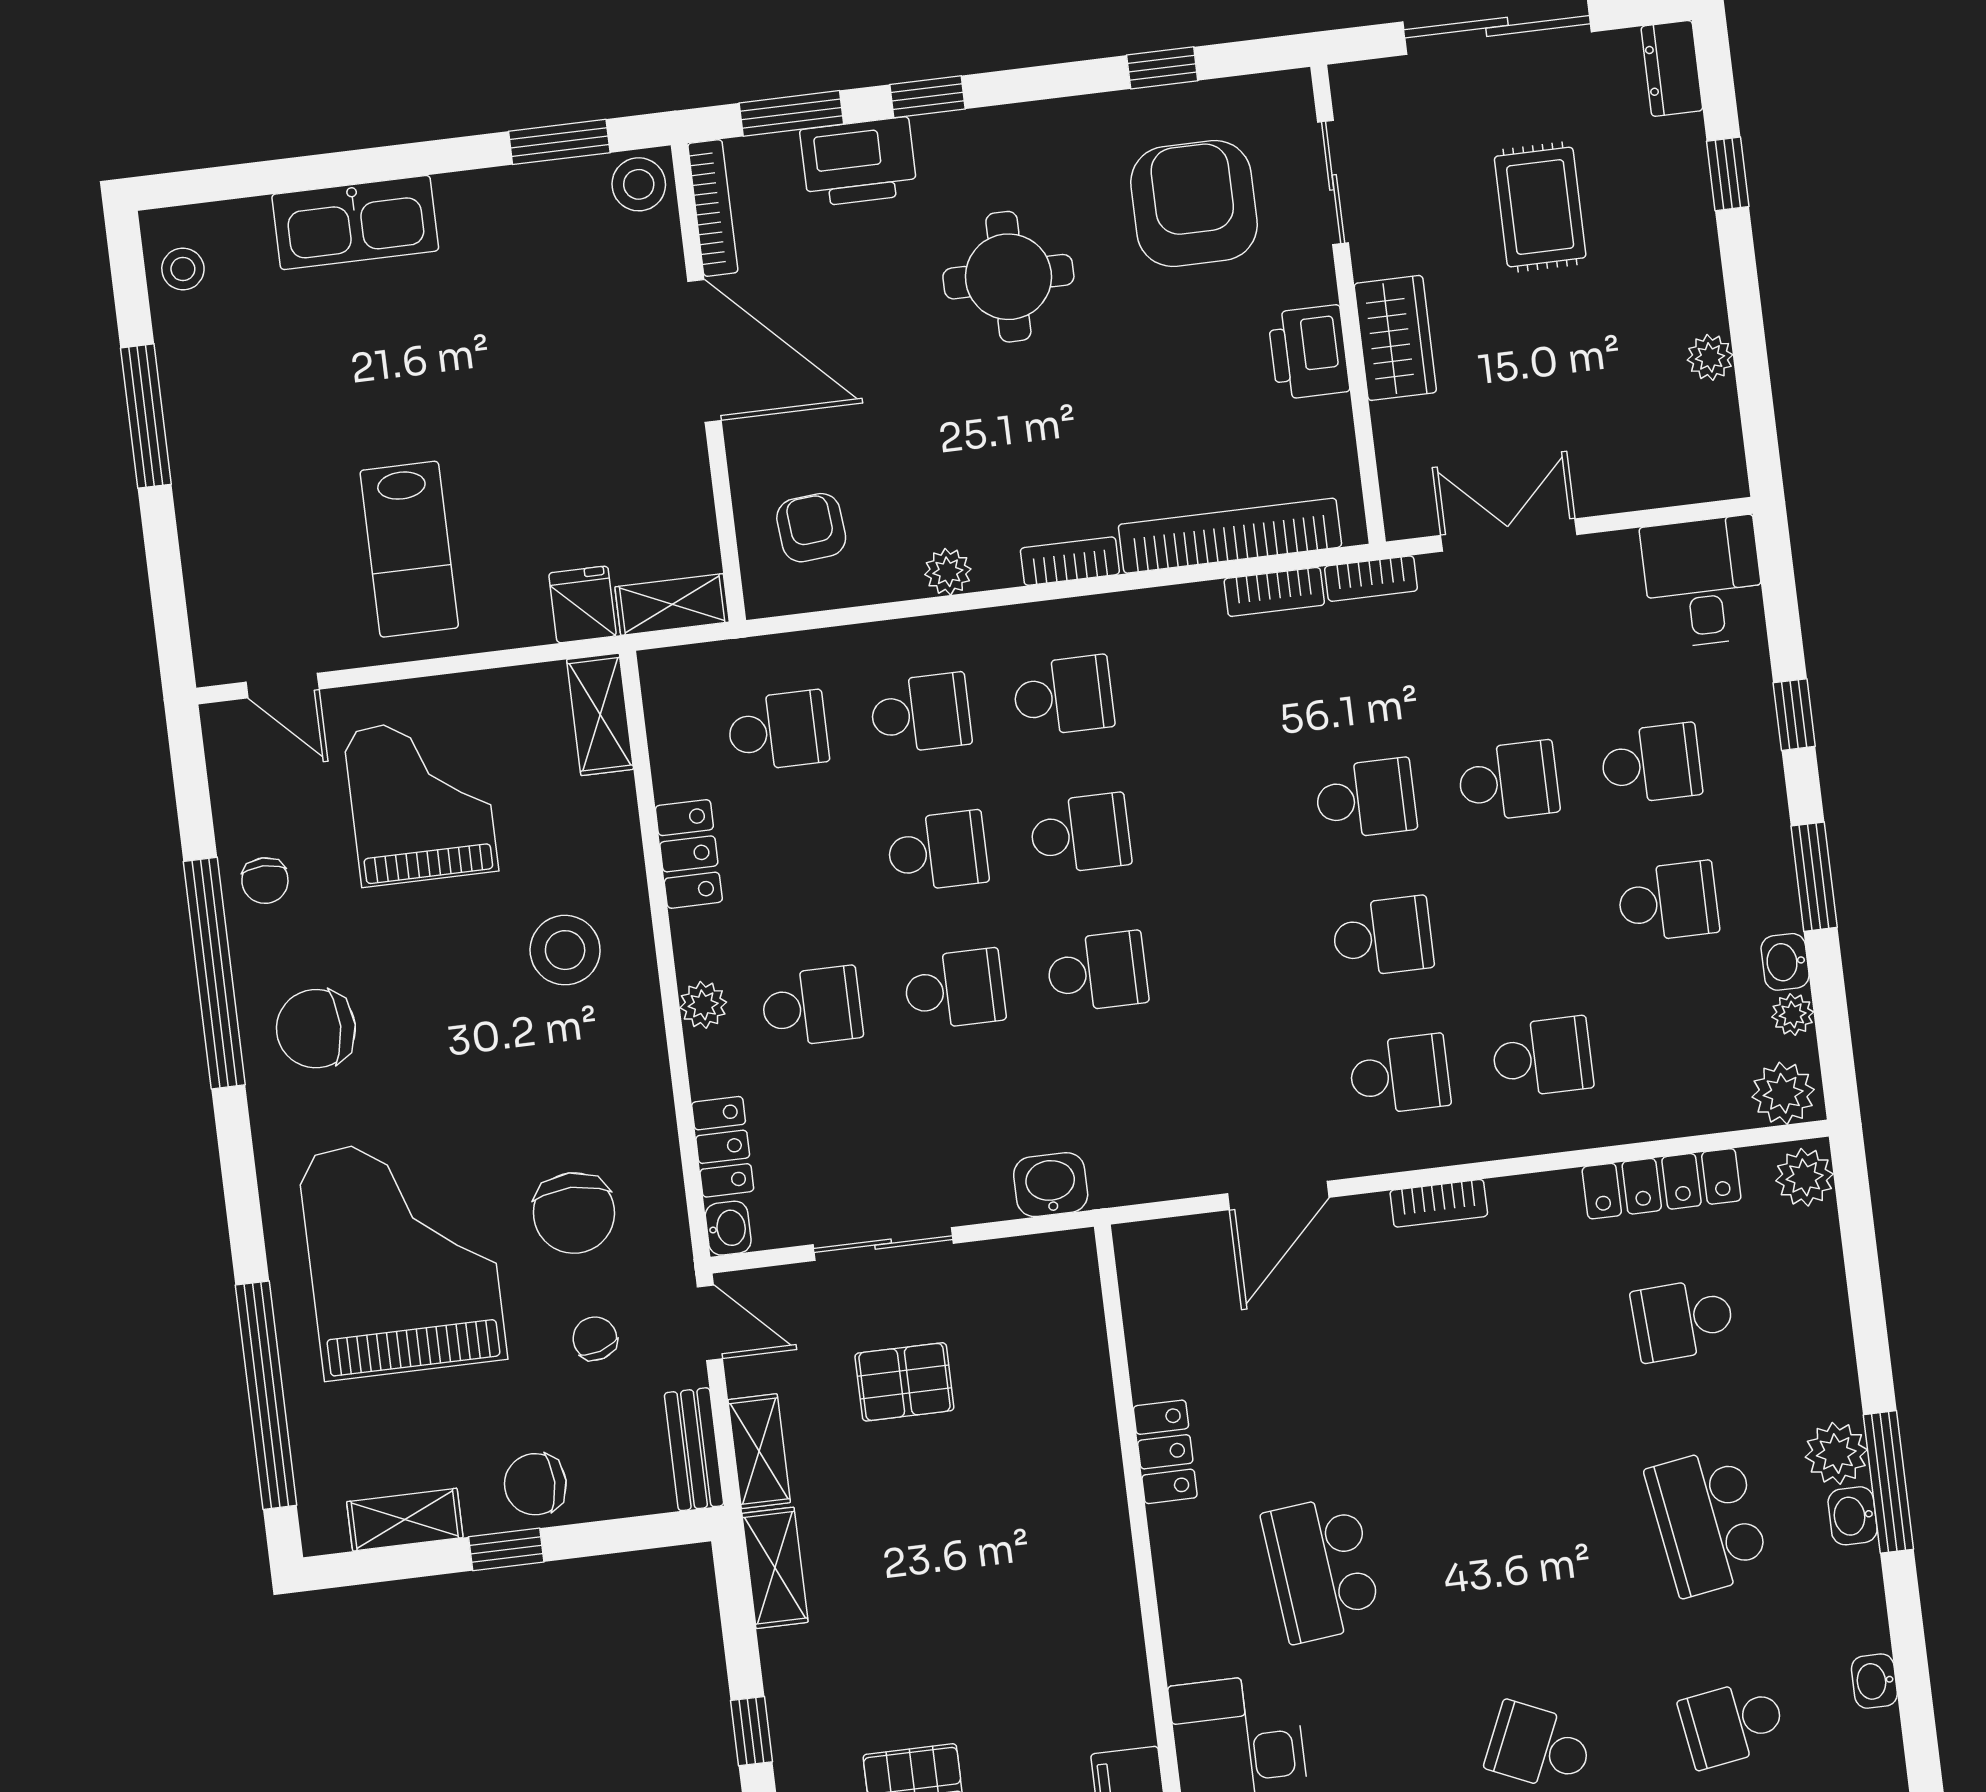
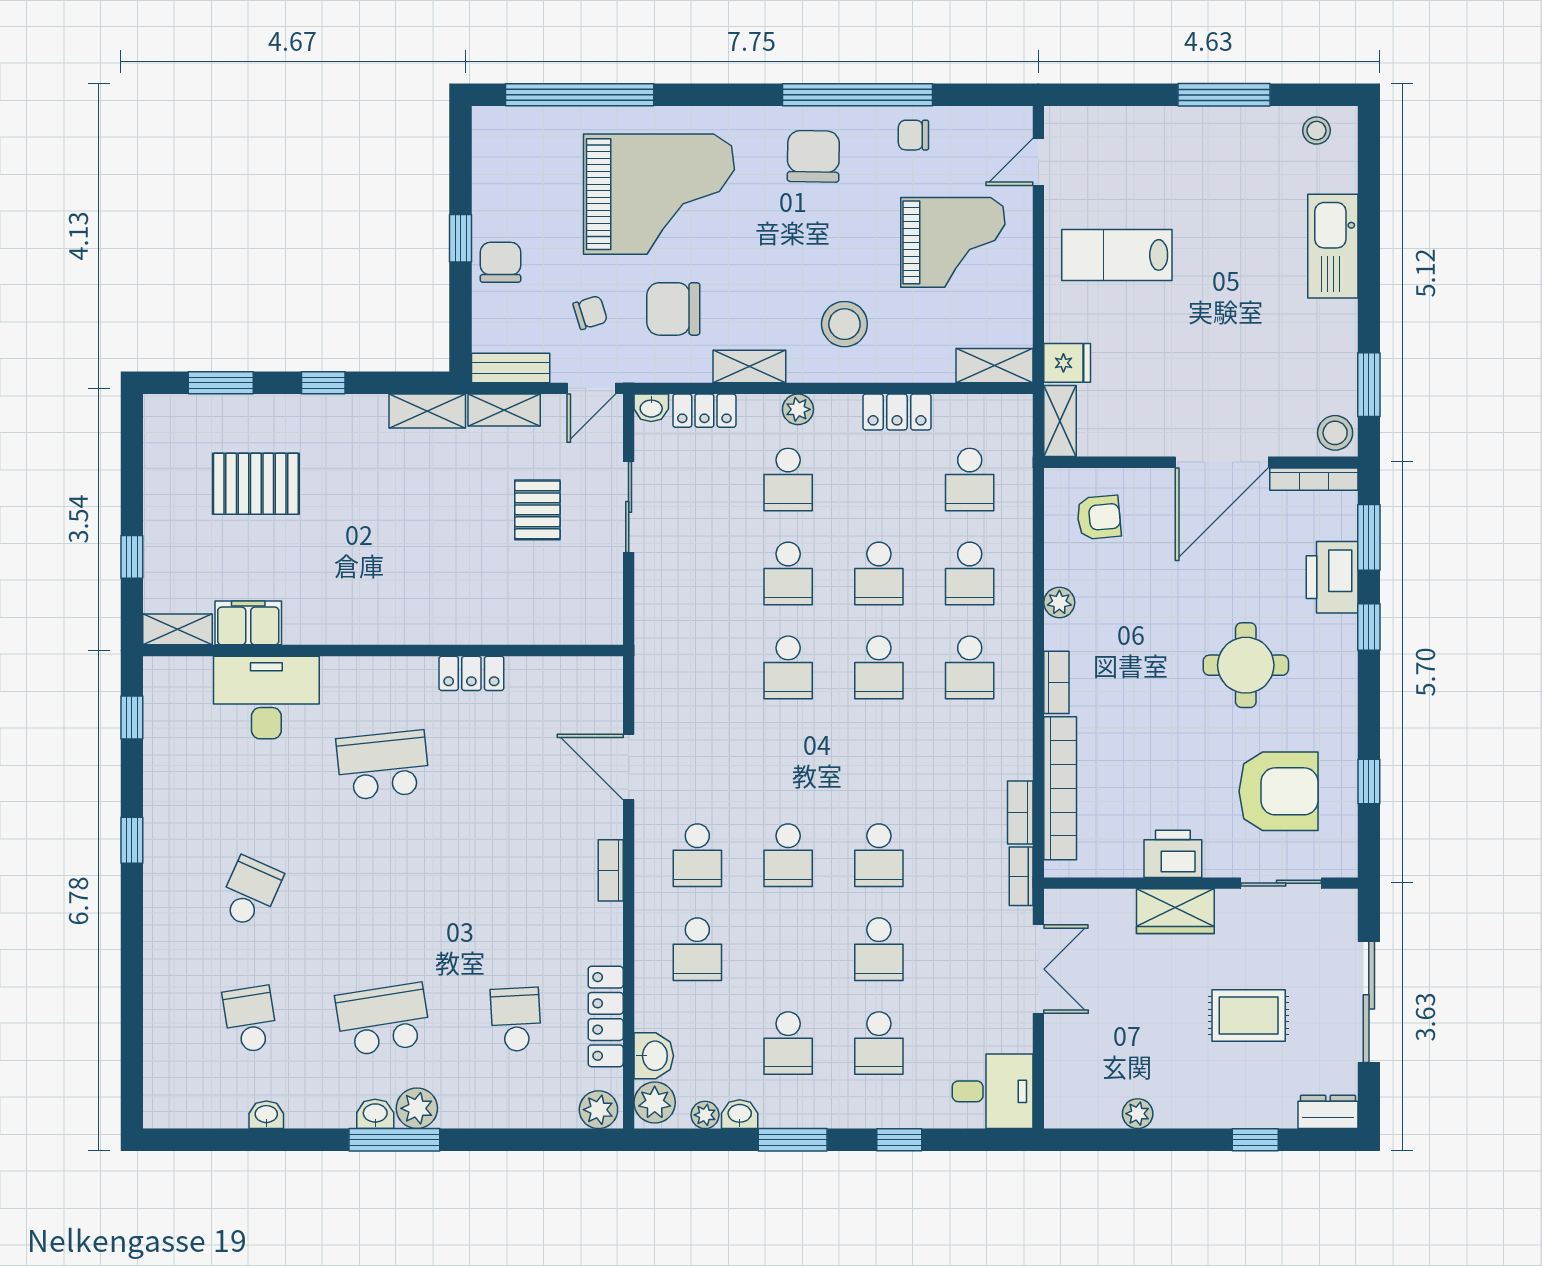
washbasin: (1051, 1185) -> (654, 1056), moved
shelving: (405, 1520) -> (749, 366), moved, turned 90

